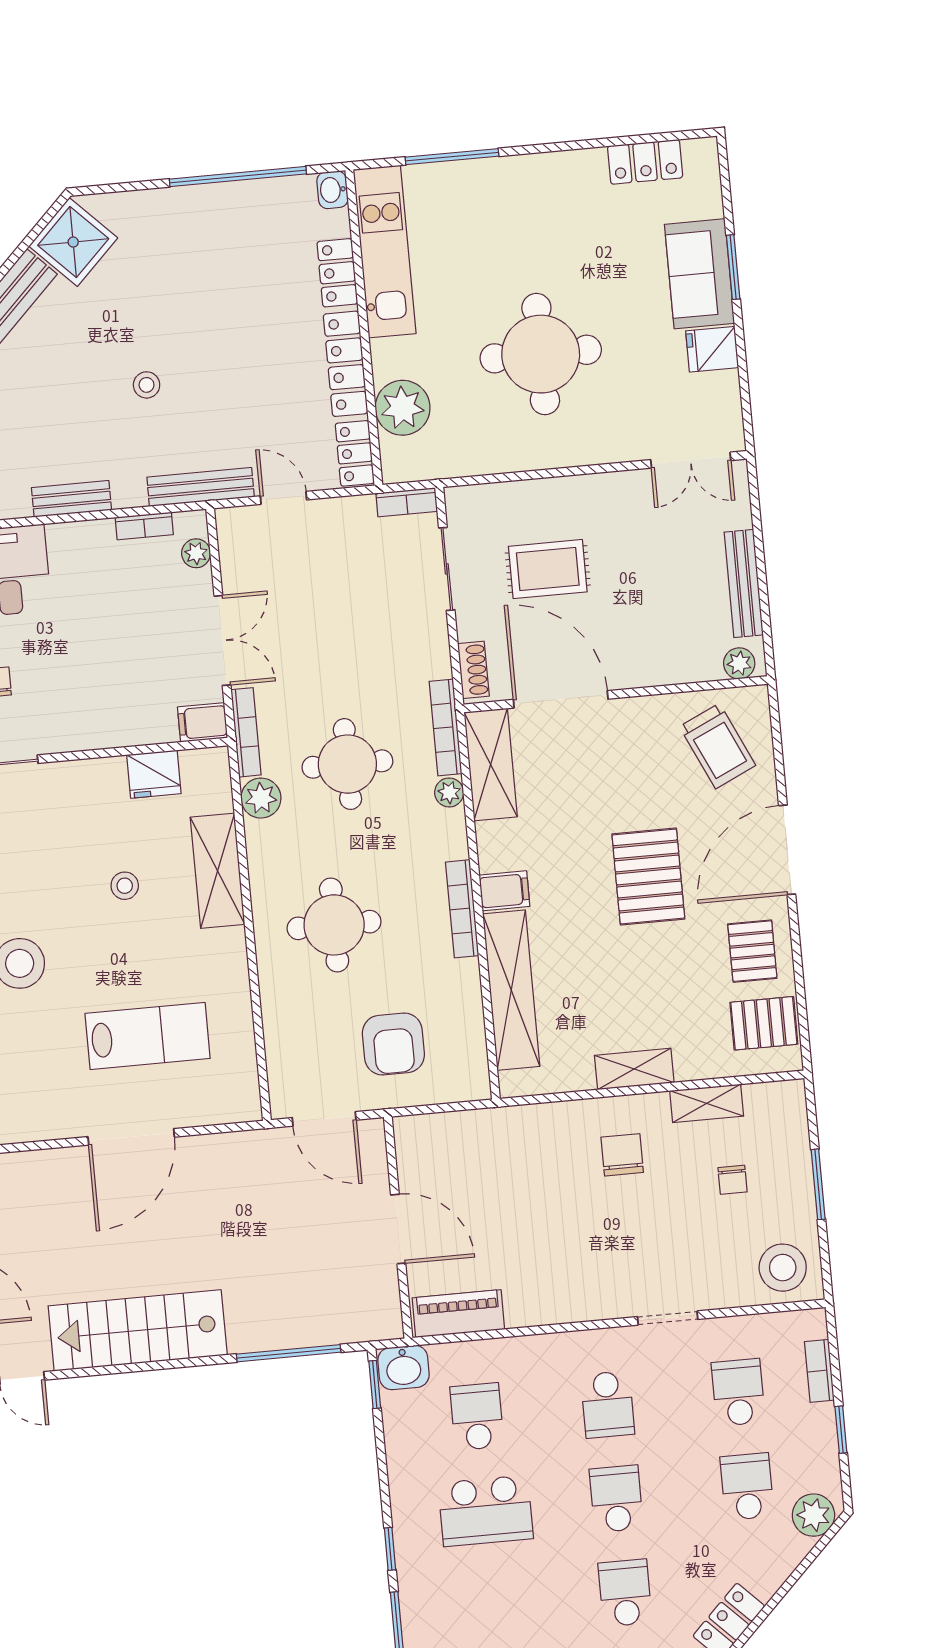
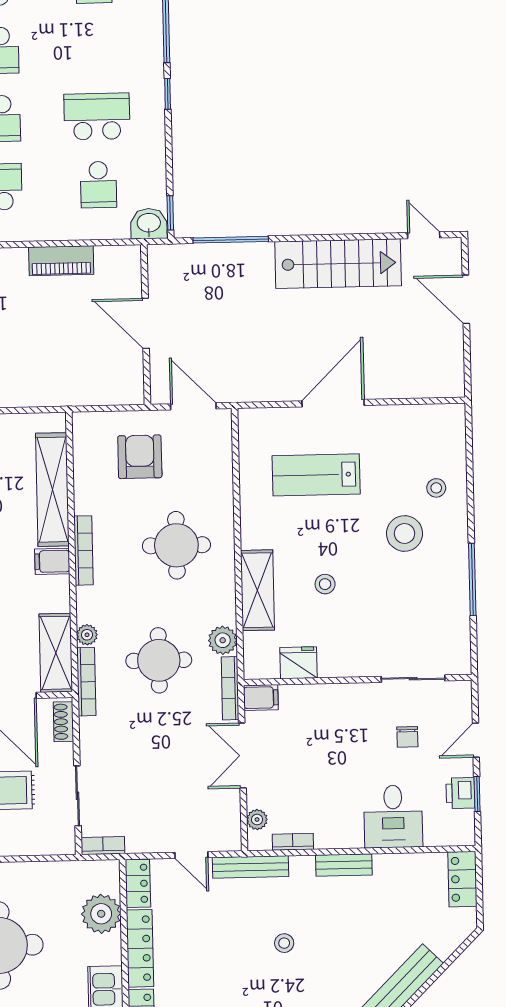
piano: (458, 1314) -> (61, 261), moved

